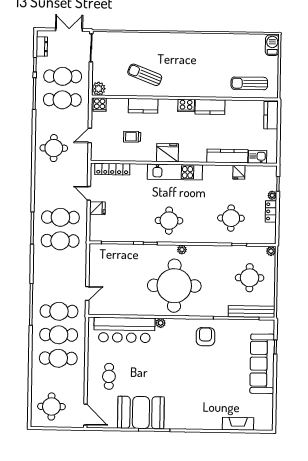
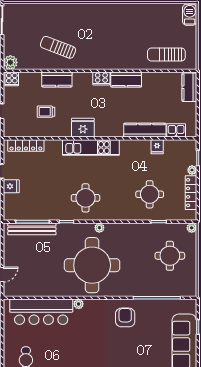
locker: (271, 211) -> (191, 193), width x1.53
bench: (252, 311) -> (32, 229), moved

